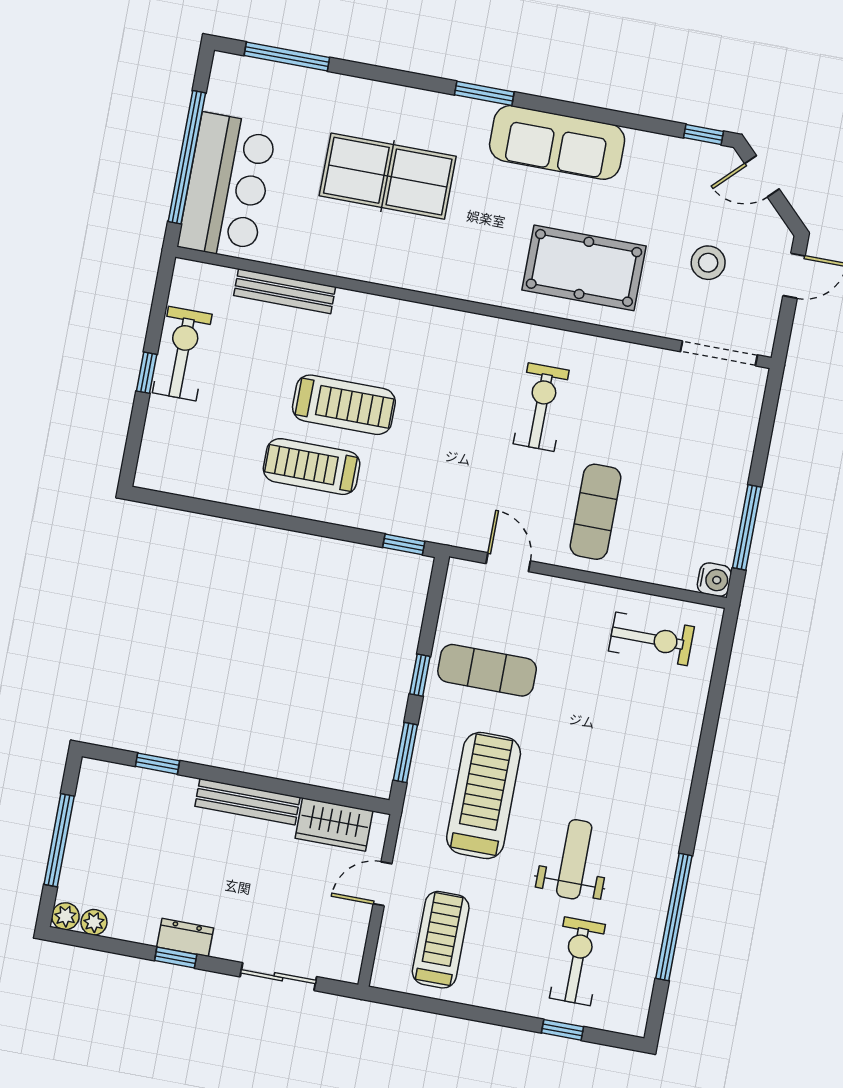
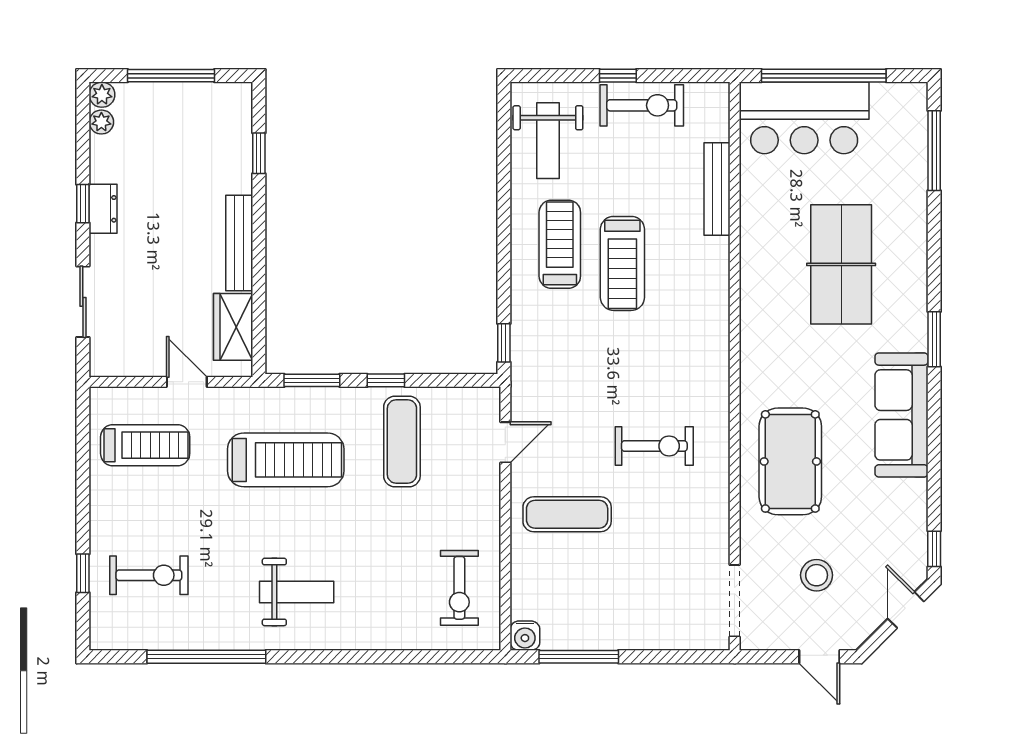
weight bench: (201, 459) -> (548, 141), added
weight bench: (574, 859) -> (297, 592), moved

